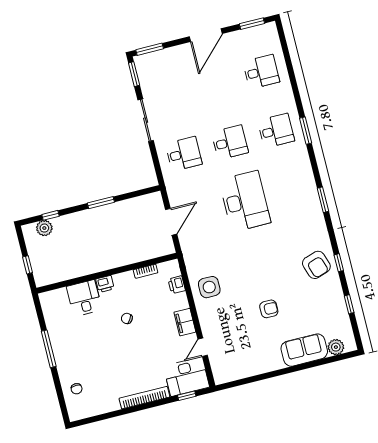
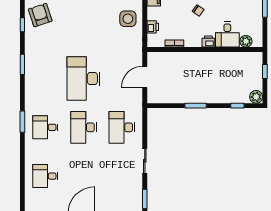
sliding door: (146, 120) -> (145, 161), width x0.73
desk: (230, 142) -> (84, 127), width x1.37
desk: (184, 154) -> (122, 127), width x1.37
plant: (44, 228) -> (256, 97), moved
window: (339, 263) -> (22, 25), moved
plant: (60, 296) -> (246, 41), added

